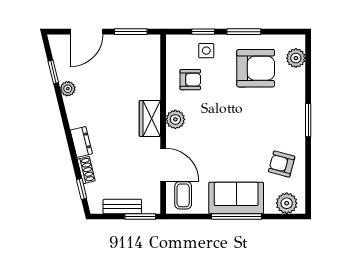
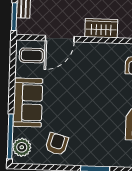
plant: (175, 119) -> (100, 51), removed
window: (237, 217) -> (10, 136), moved

